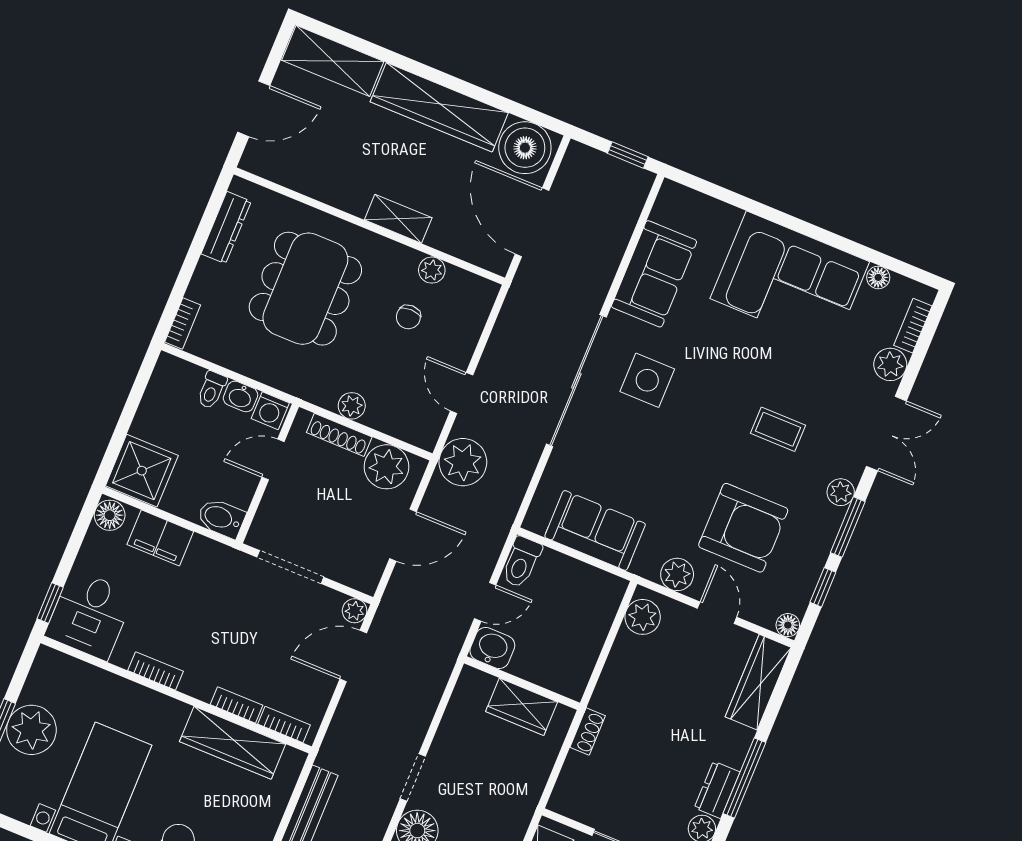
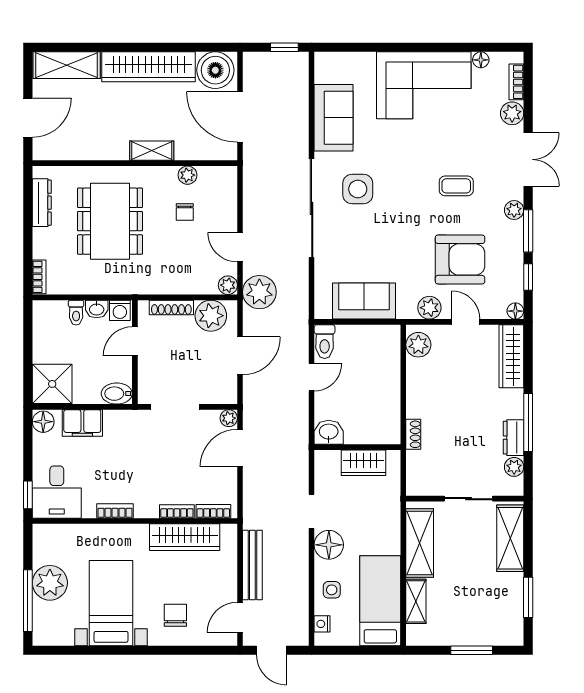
plant: (352, 406) -> (228, 285), moved
washbasin: (492, 648) -> (329, 432), moved
wall: (522, 683) -> (357, 447), moved
wardrobe: (522, 707) -> (364, 463), moved

